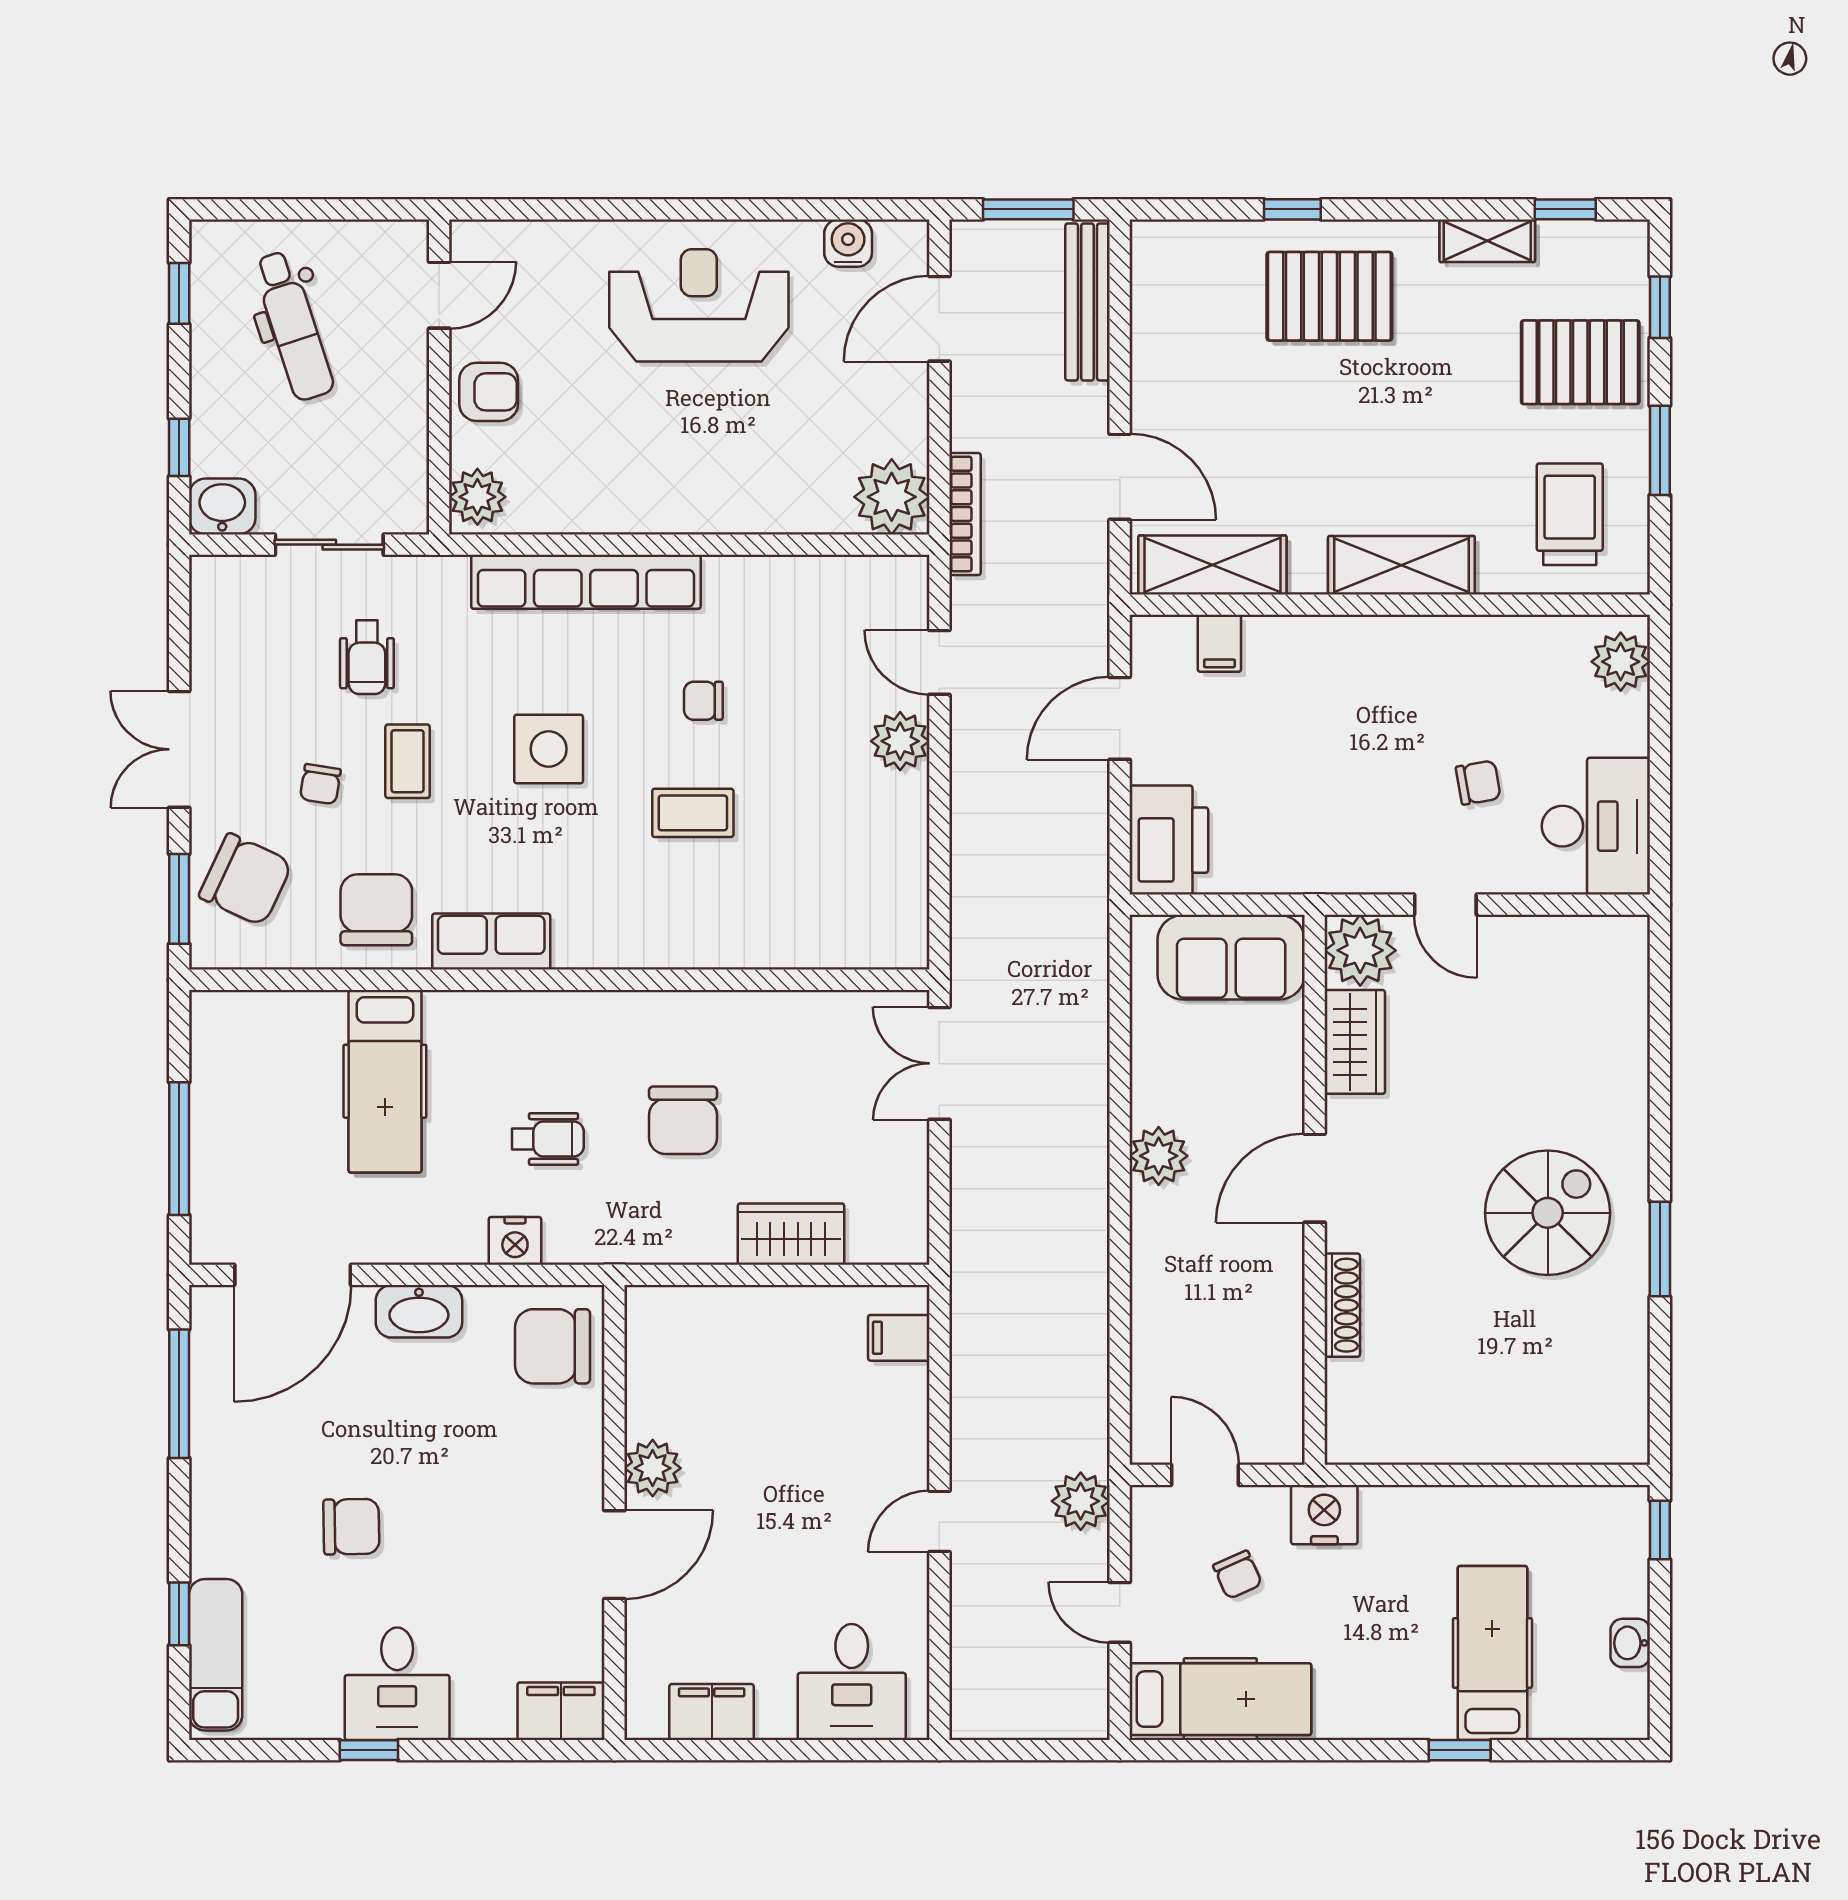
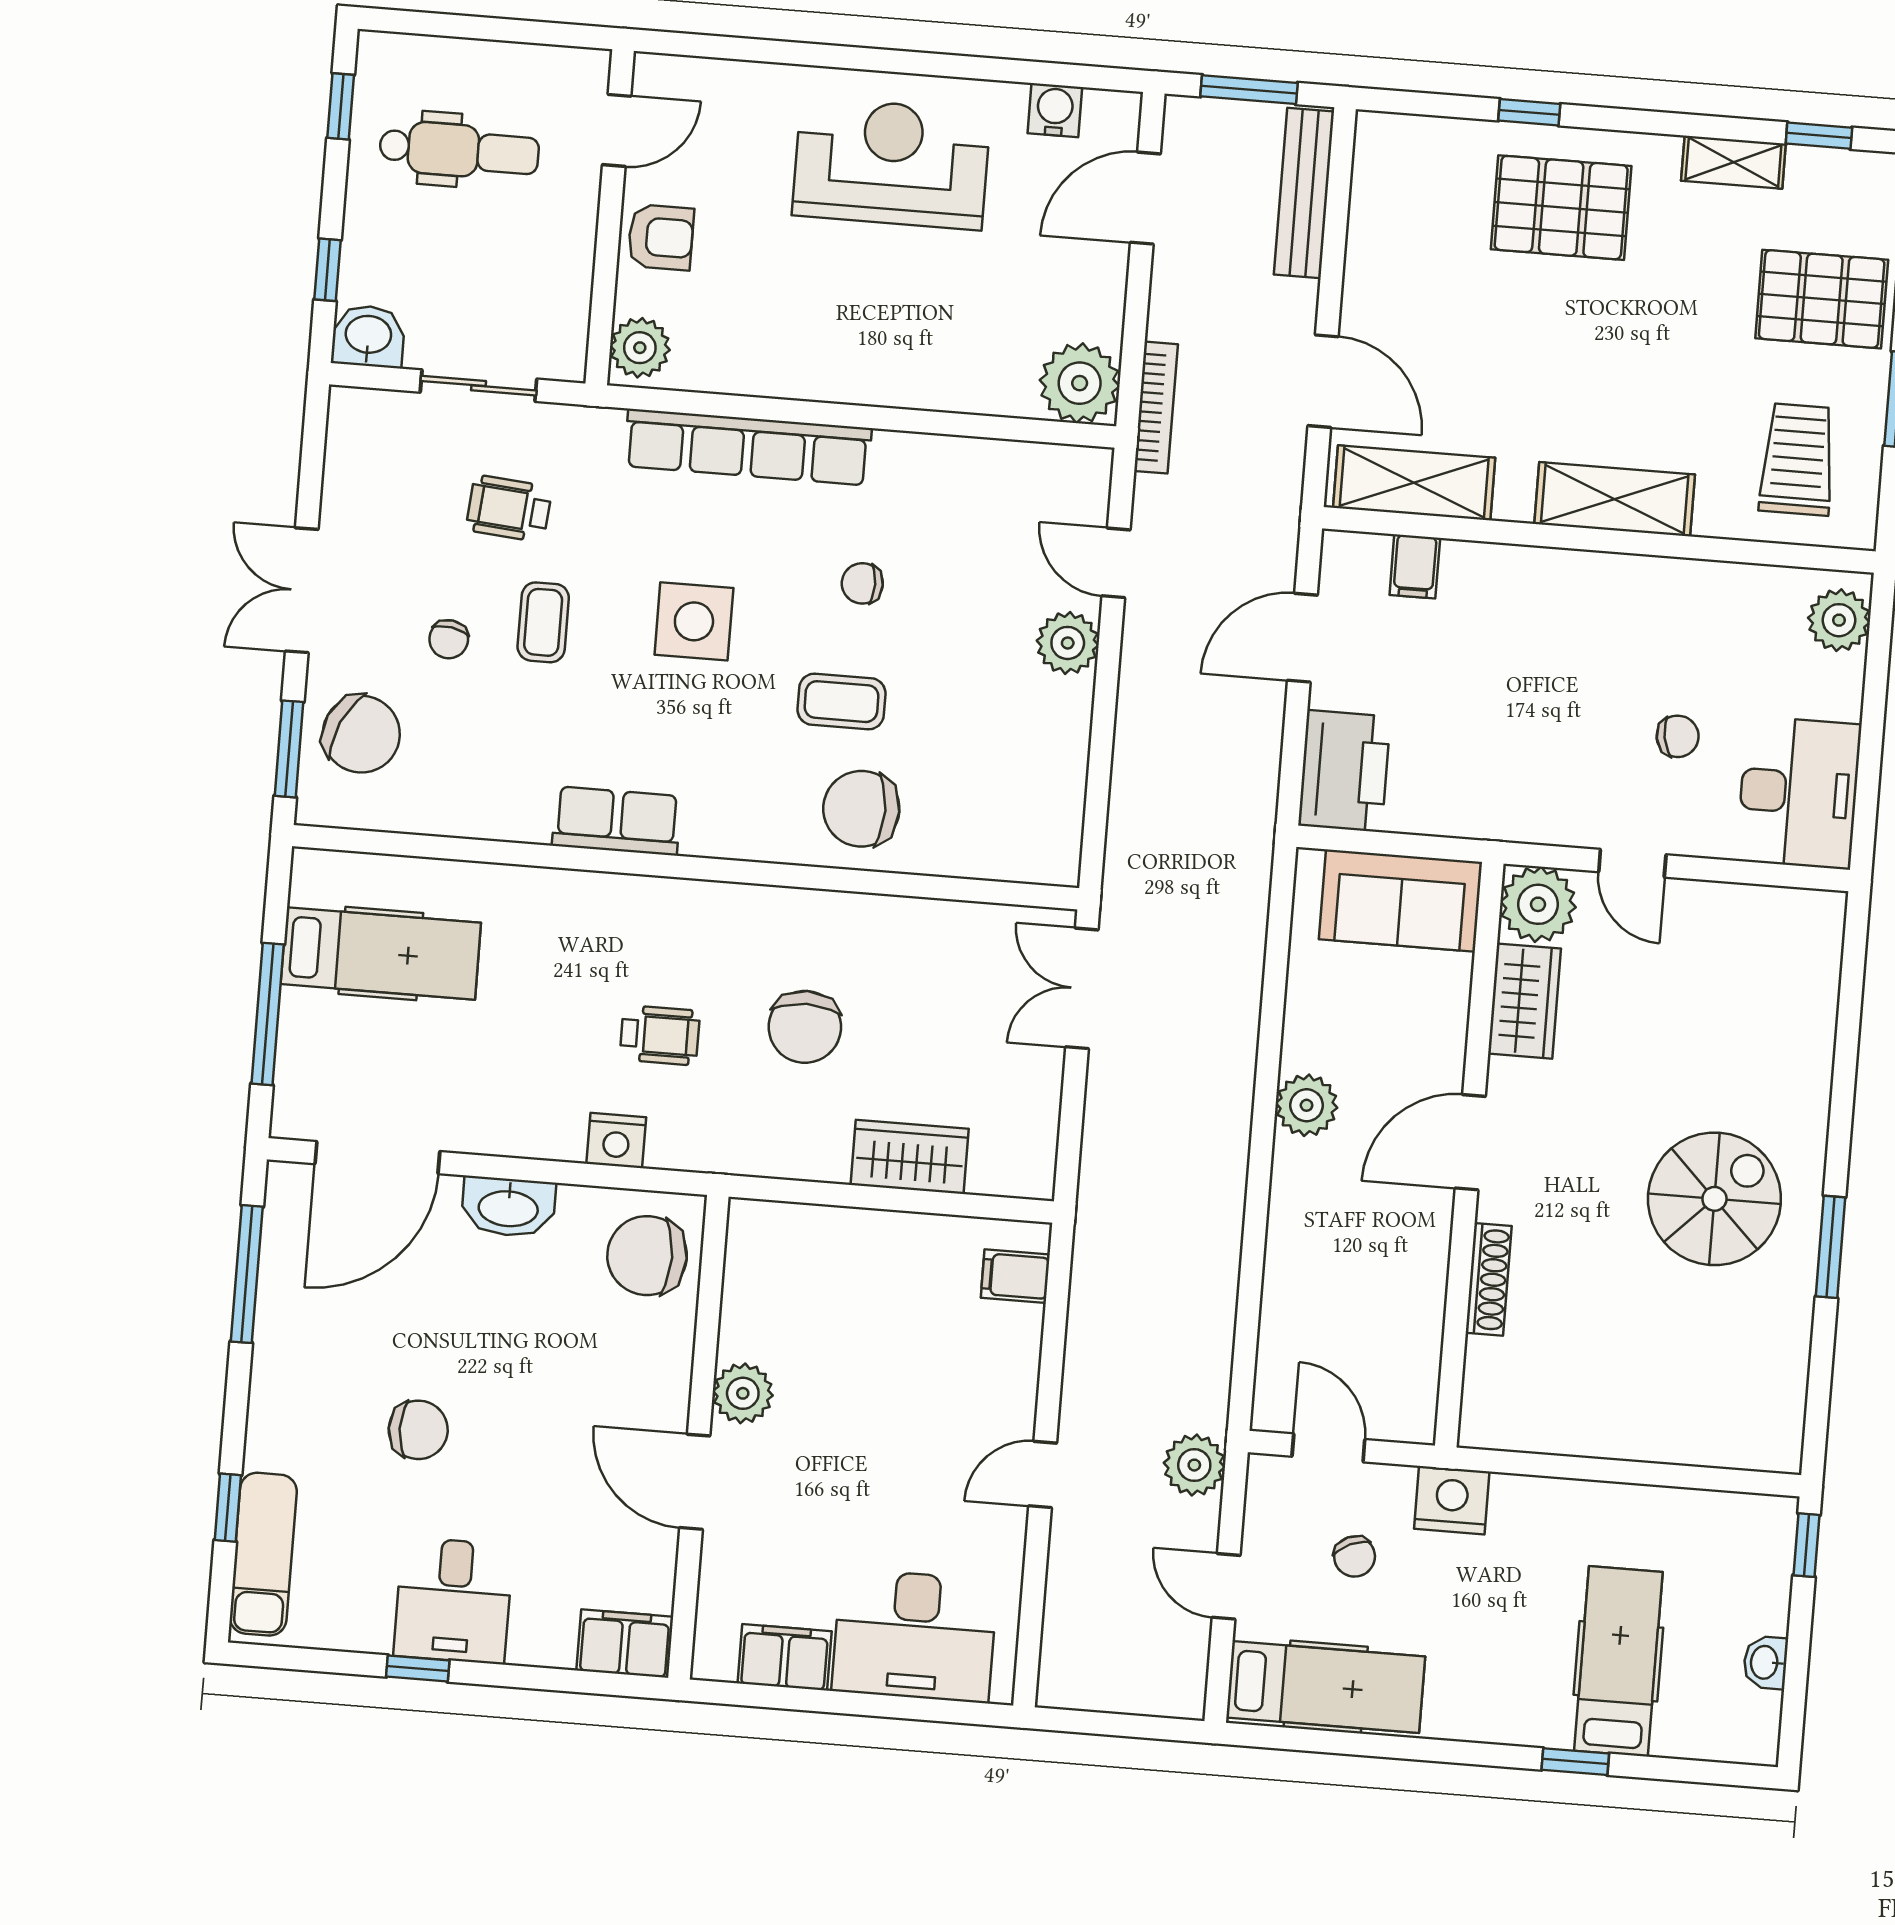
dental chair: (293, 326) -> (459, 150), turned -72
wheelchair: (367, 657) -> (509, 509), turned 95
chair: (376, 910) -> (861, 809), moved, turned -90
hospital bed: (385, 1081) -> (381, 953), moved, turned -90
door: (614, 1555) -> (695, 1482), swing flipped
desk: (852, 1682) -> (915, 1636), width x1.37

